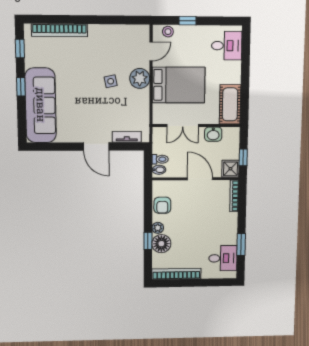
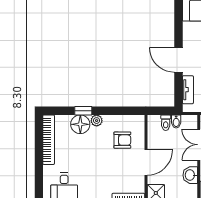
door: (96, 147) -> (178, 60), hinge flipped
bidet: (159, 170) -> (176, 122), moved
armchair: (162, 205) -> (122, 140), moved, turned 180

